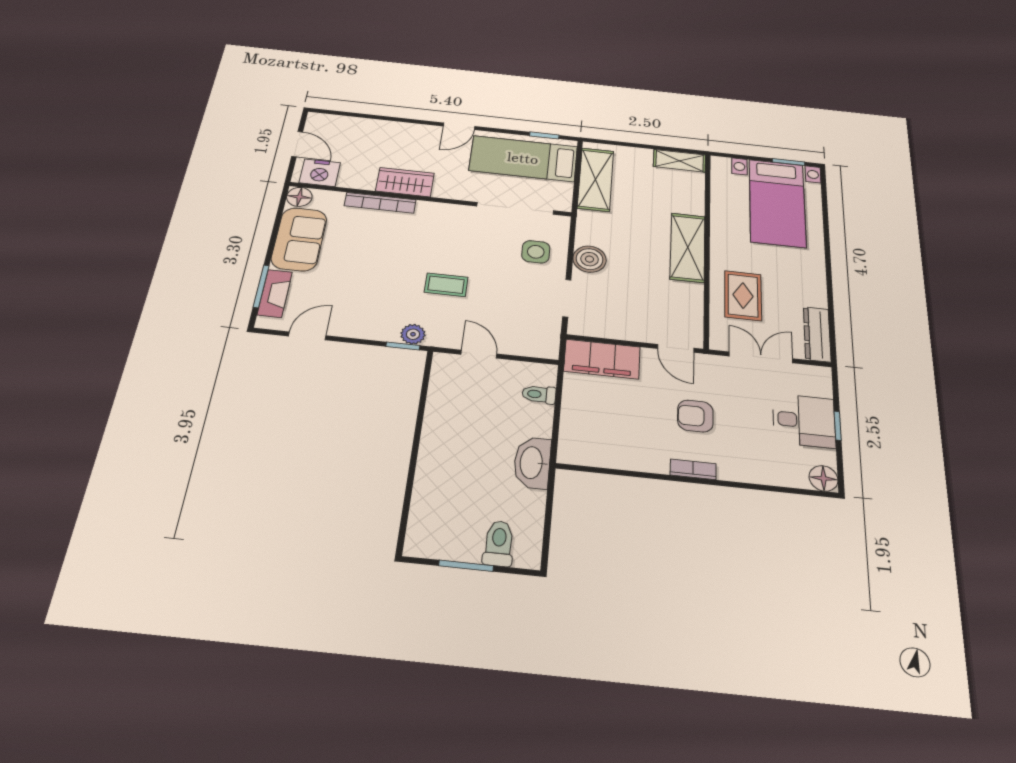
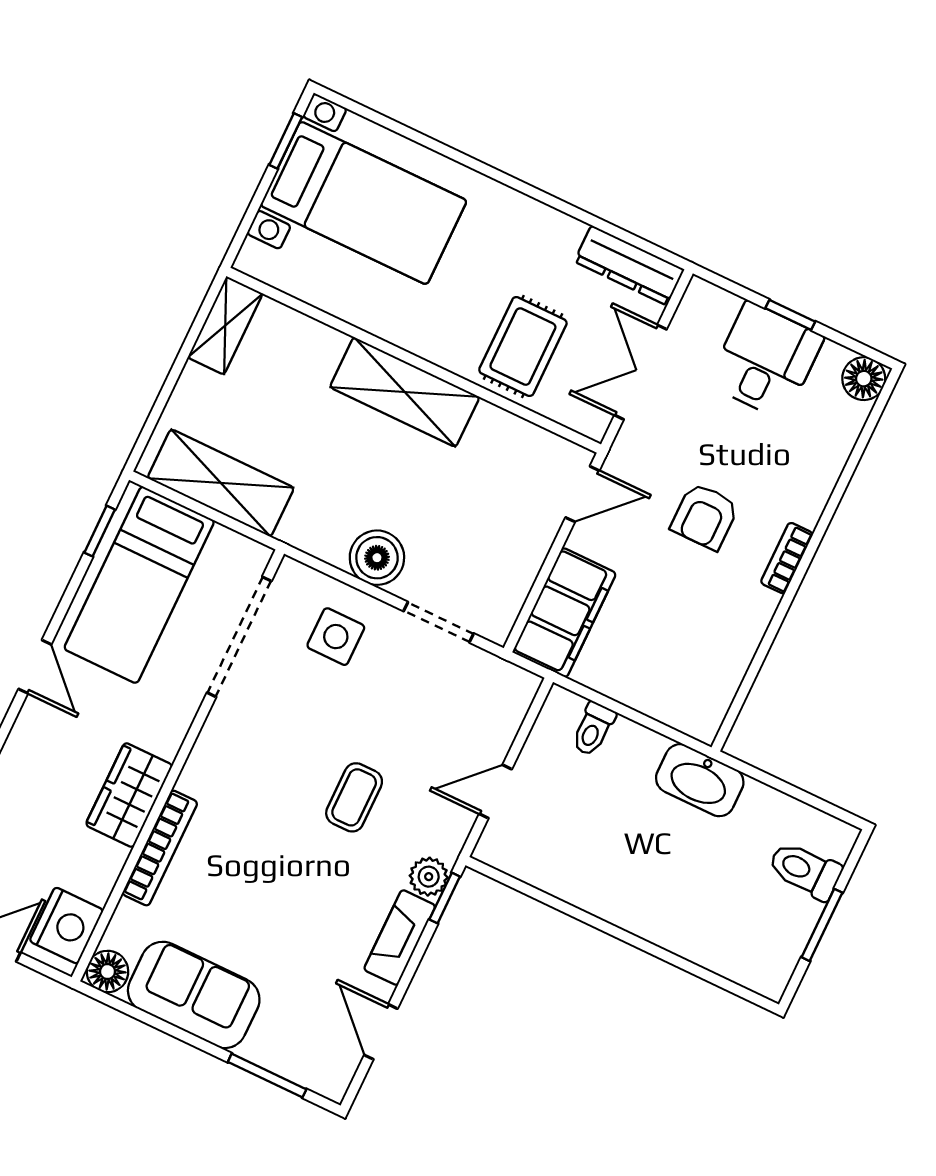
fireplace: (275, 293) -> (400, 938), moved, turned -90
rug: (743, 296) -> (523, 347), turned 90

